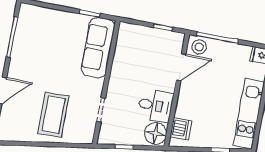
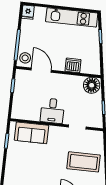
sofa: (98, 48) -> (31, 133), width x0.74
desk: (155, 106) -> (52, 111), moved, turned 180
dishwasher: (181, 129) -> (73, 65), moved

